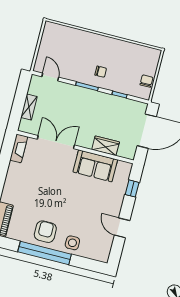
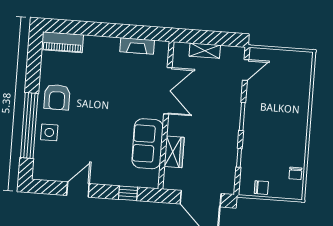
chair: (101, 72) -> (295, 173), moved
fireplace: (19, 148) -> (137, 46), moved
armchair: (45, 232) -> (57, 97), turned 90
window: (45, 253) -> (29, 125), moved

